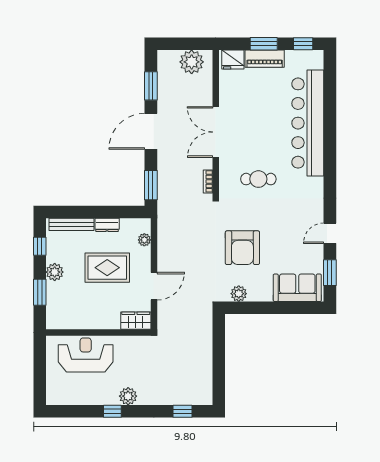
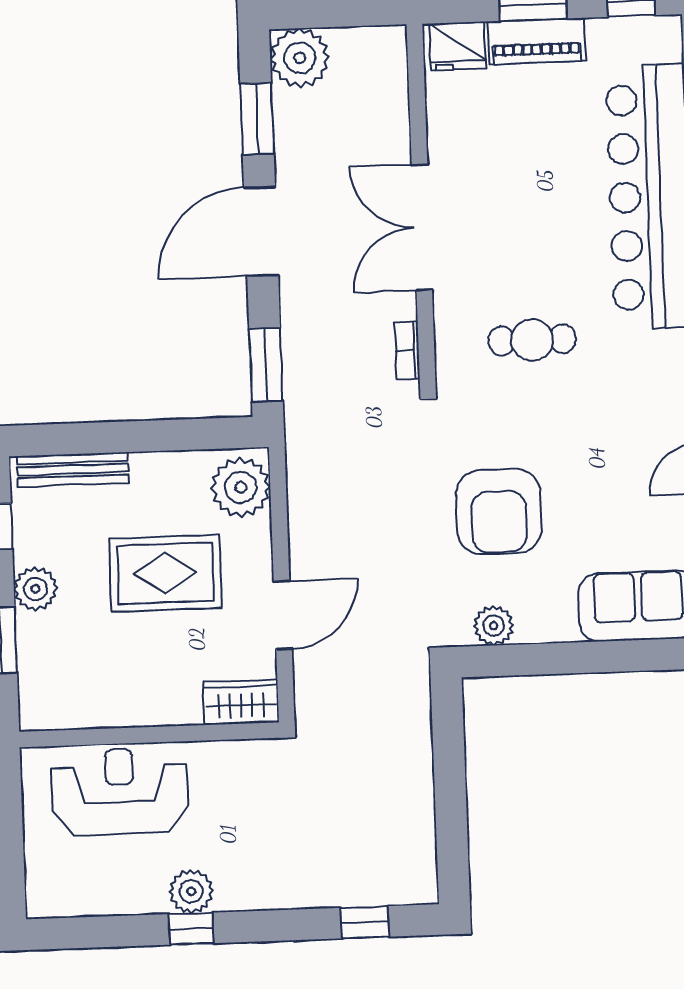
plant: (192, 62) -> (300, 58), moved
dresser: (107, 225) -> (161, 468), removed
plant: (144, 240) -> (241, 487), width x1.88, depth x1.88
plant: (128, 396) -> (191, 891), moved

